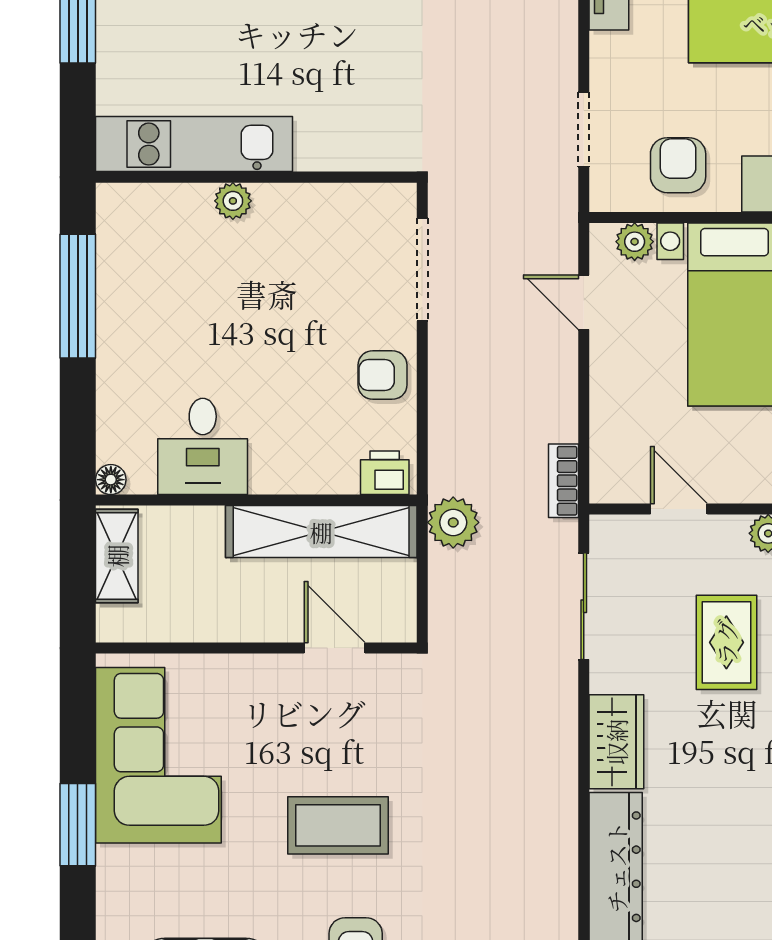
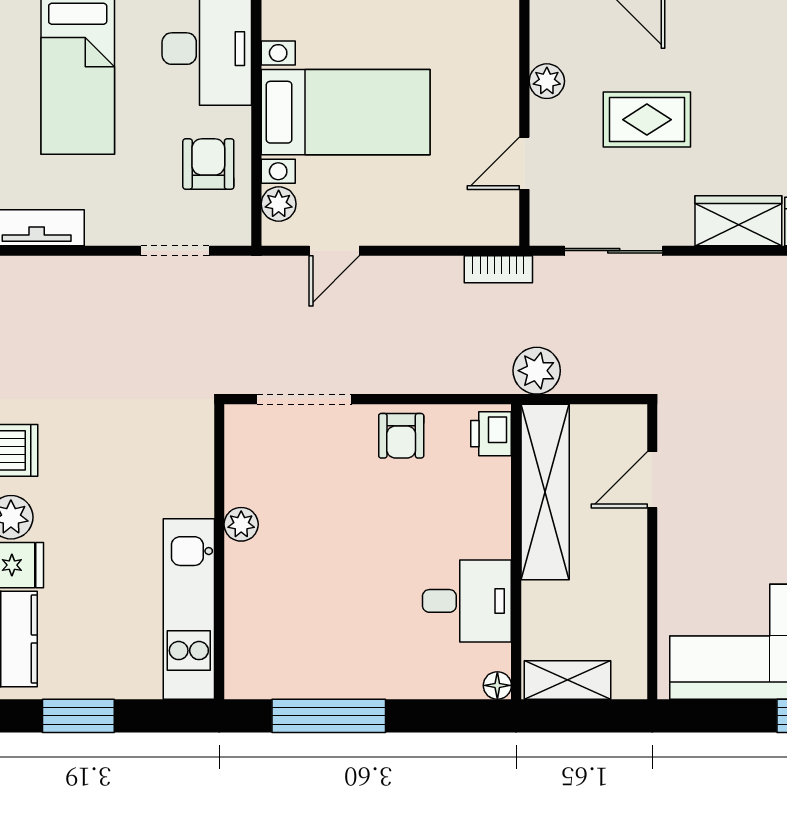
armchair: (678, 165) -> (208, 164), turned 90
plant: (233, 201) -> (241, 524), moved

